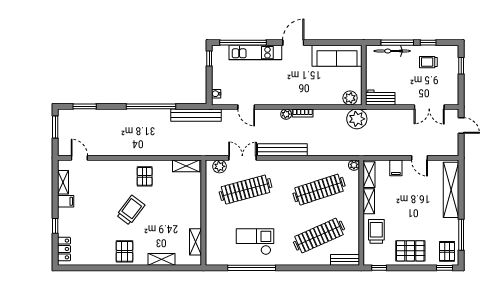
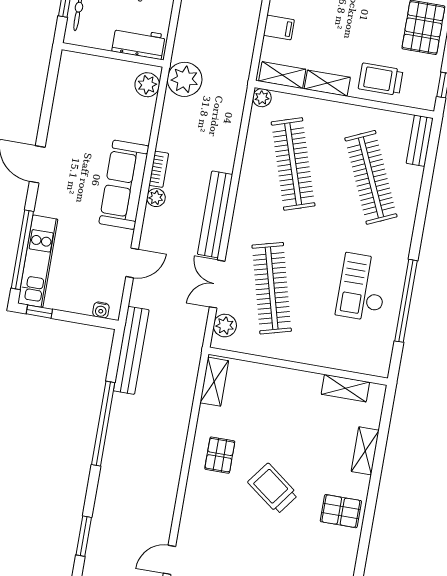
kitchen unit: (255, 53) -> (38, 261), moved
sofa: (337, 56) -> (124, 185), moved, turned 180
workbench: (380, 98) -> (139, 43), moved, turned 90
pallet: (145, 176) -> (220, 455), turned 90

